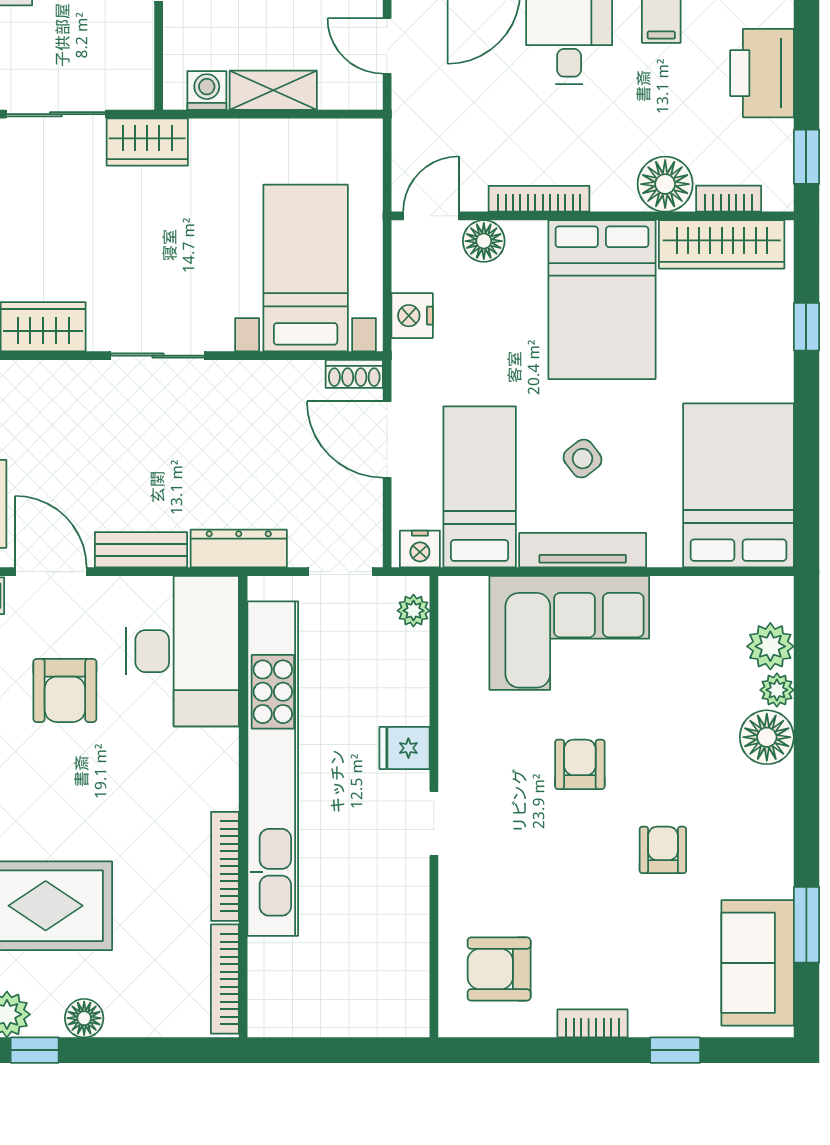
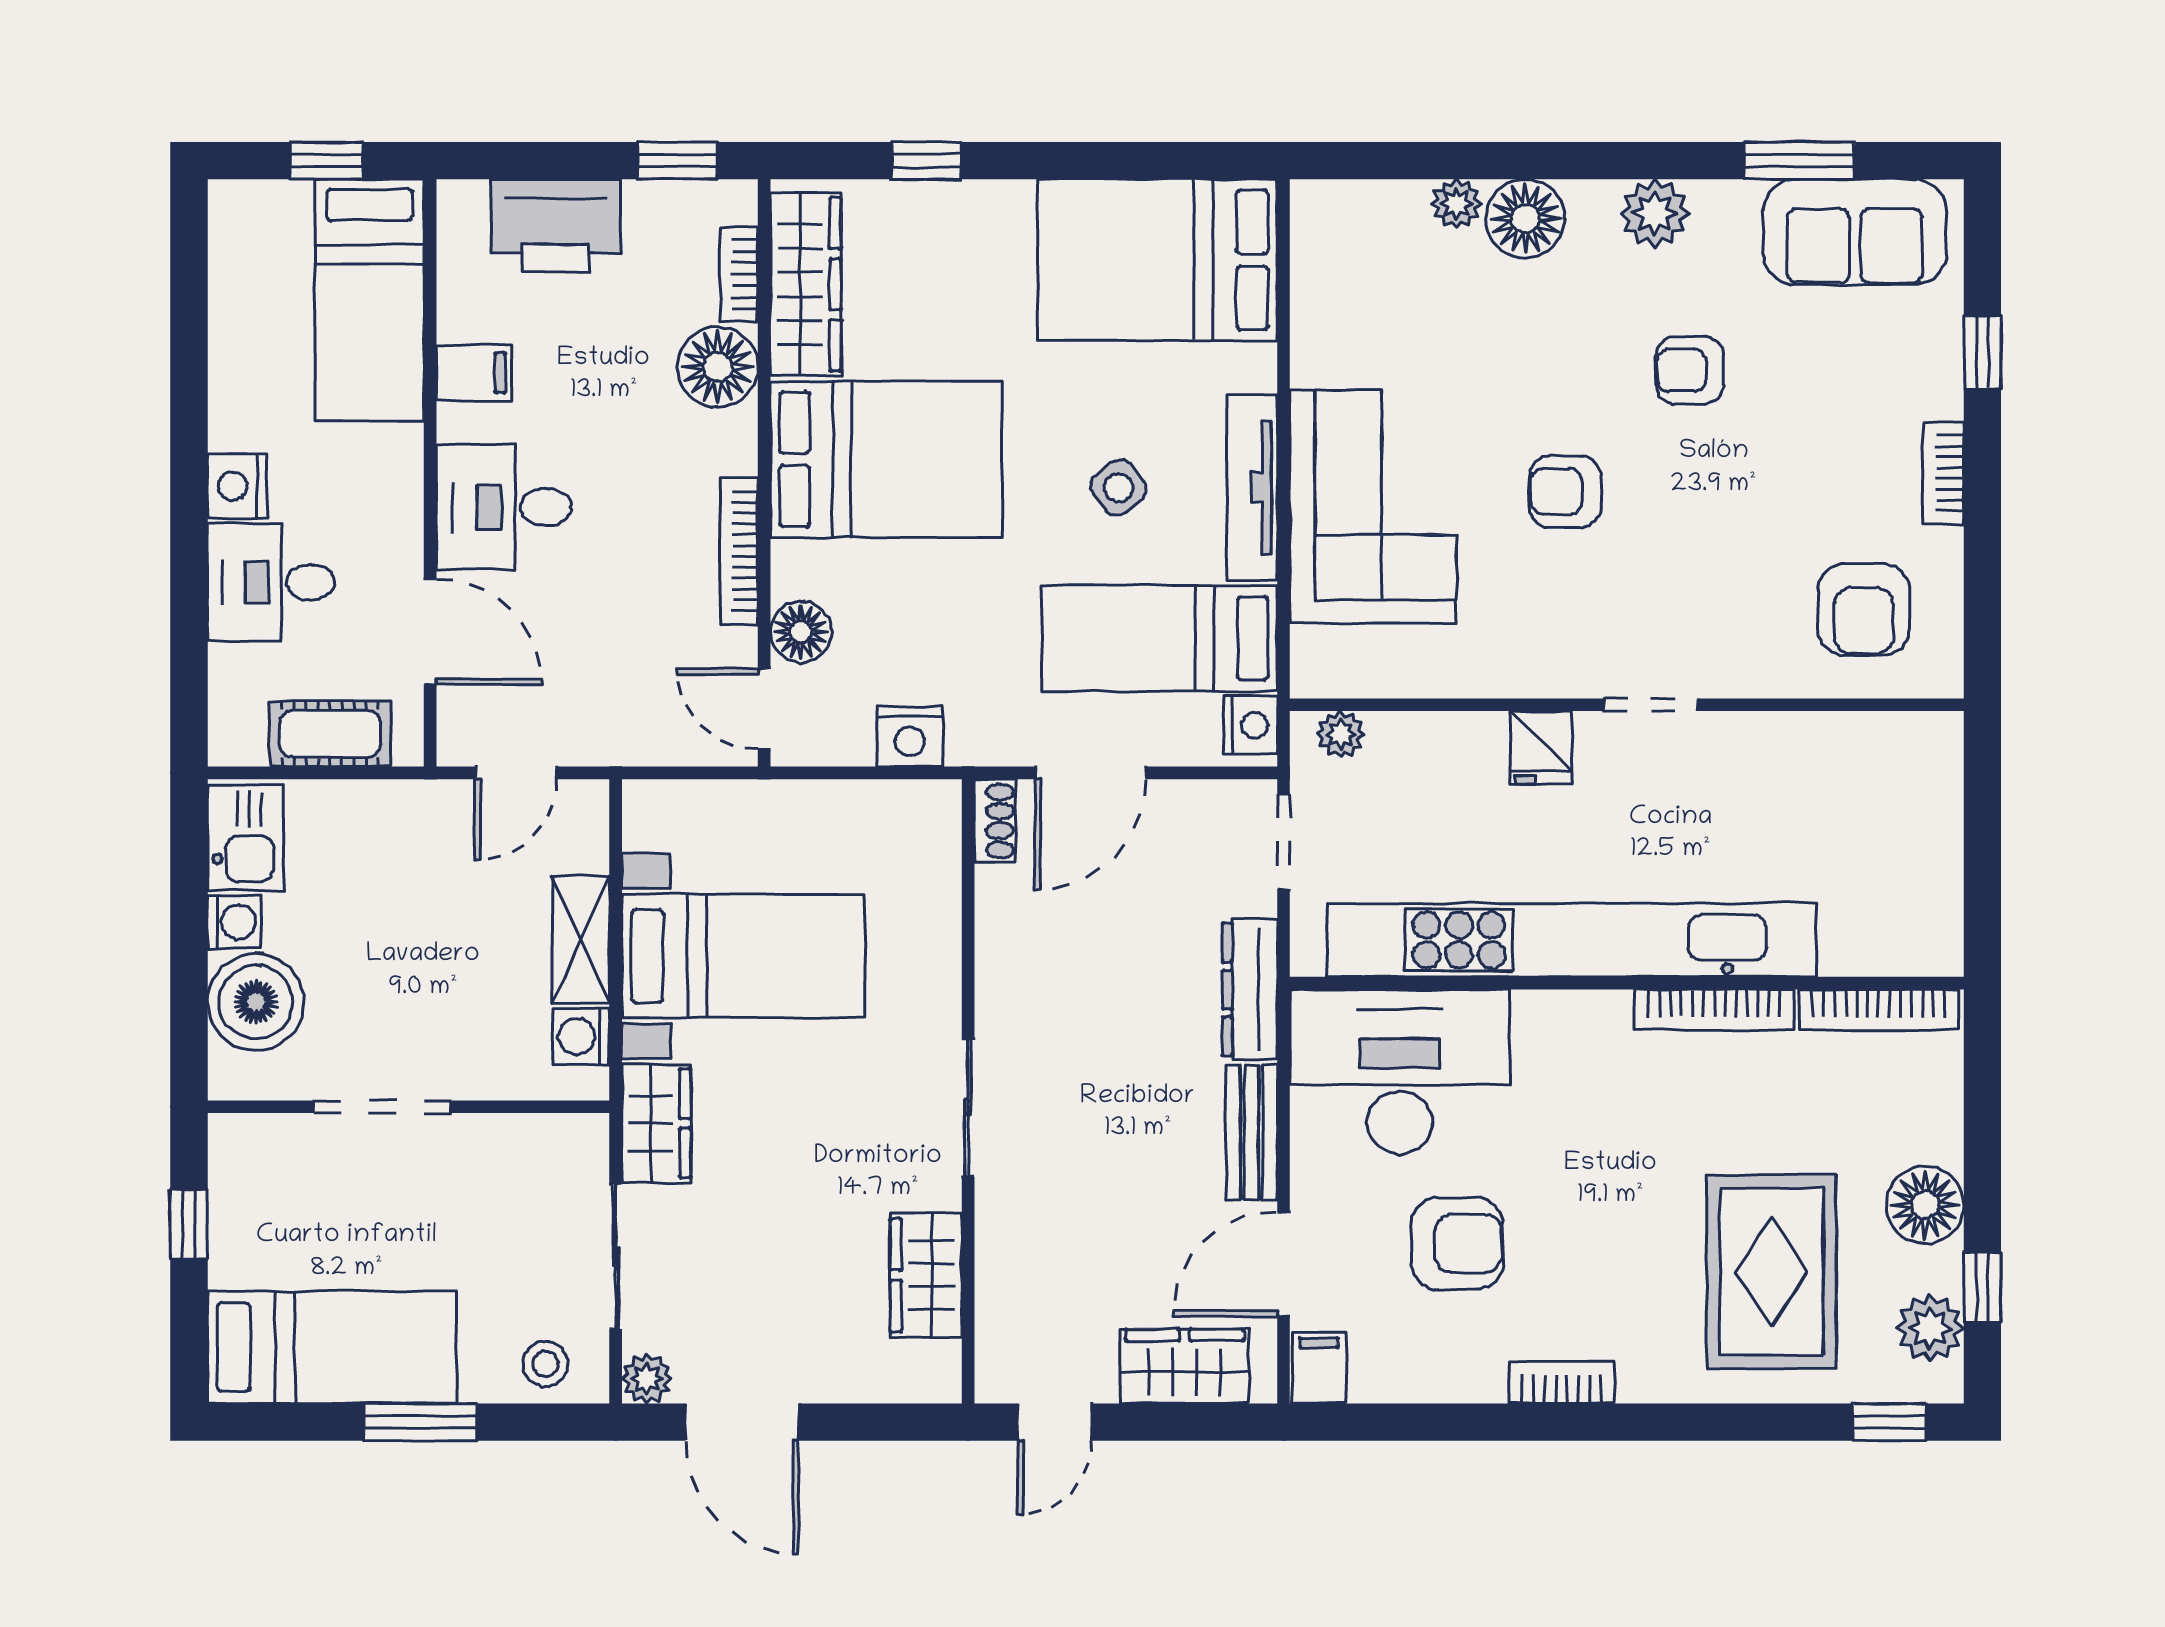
bed with nightstands: (306, 268) -> (744, 956), moved, turned 180
plant: (770, 646) -> (1655, 213), moved
floor lamp: (84, 1018) -> (1925, 1205), width x1.38, depth x1.38

